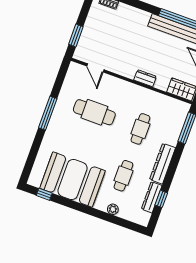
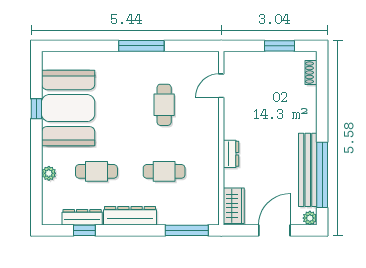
window: (76, 35) -> (279, 46), moved
cafe table: (94, 112) -> (164, 105), width x0.73, depth x0.74
window: (44, 194) -> (36, 109), moved

